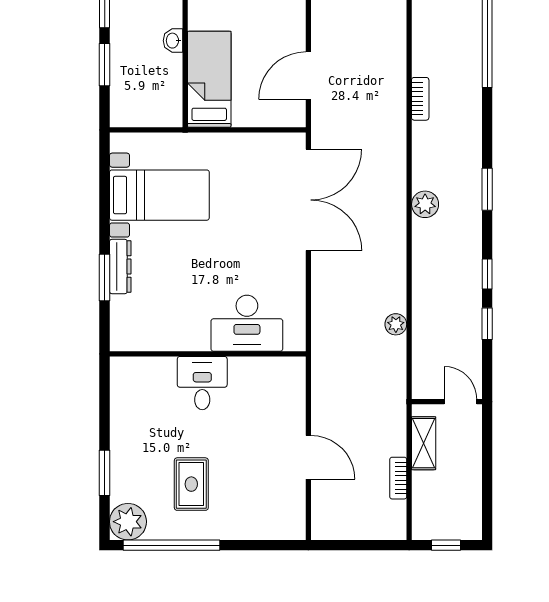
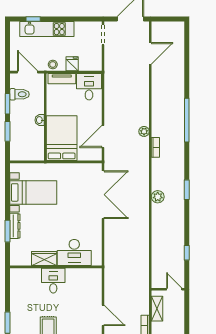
bed: (209, 79) -> (62, 138), width x1.50
window: (487, 274) -> (187, 229), removed
plant: (396, 324) -> (144, 131), moved
wardrobe: (183, 336) -> (44, 258), added

